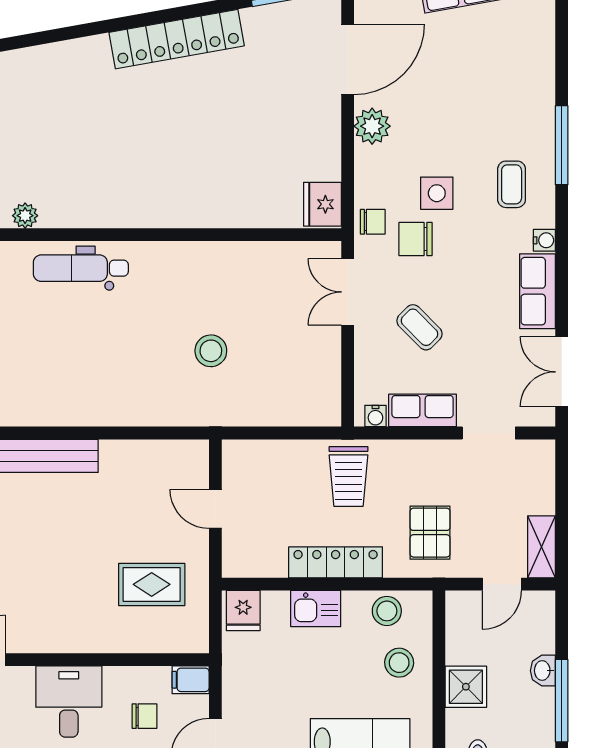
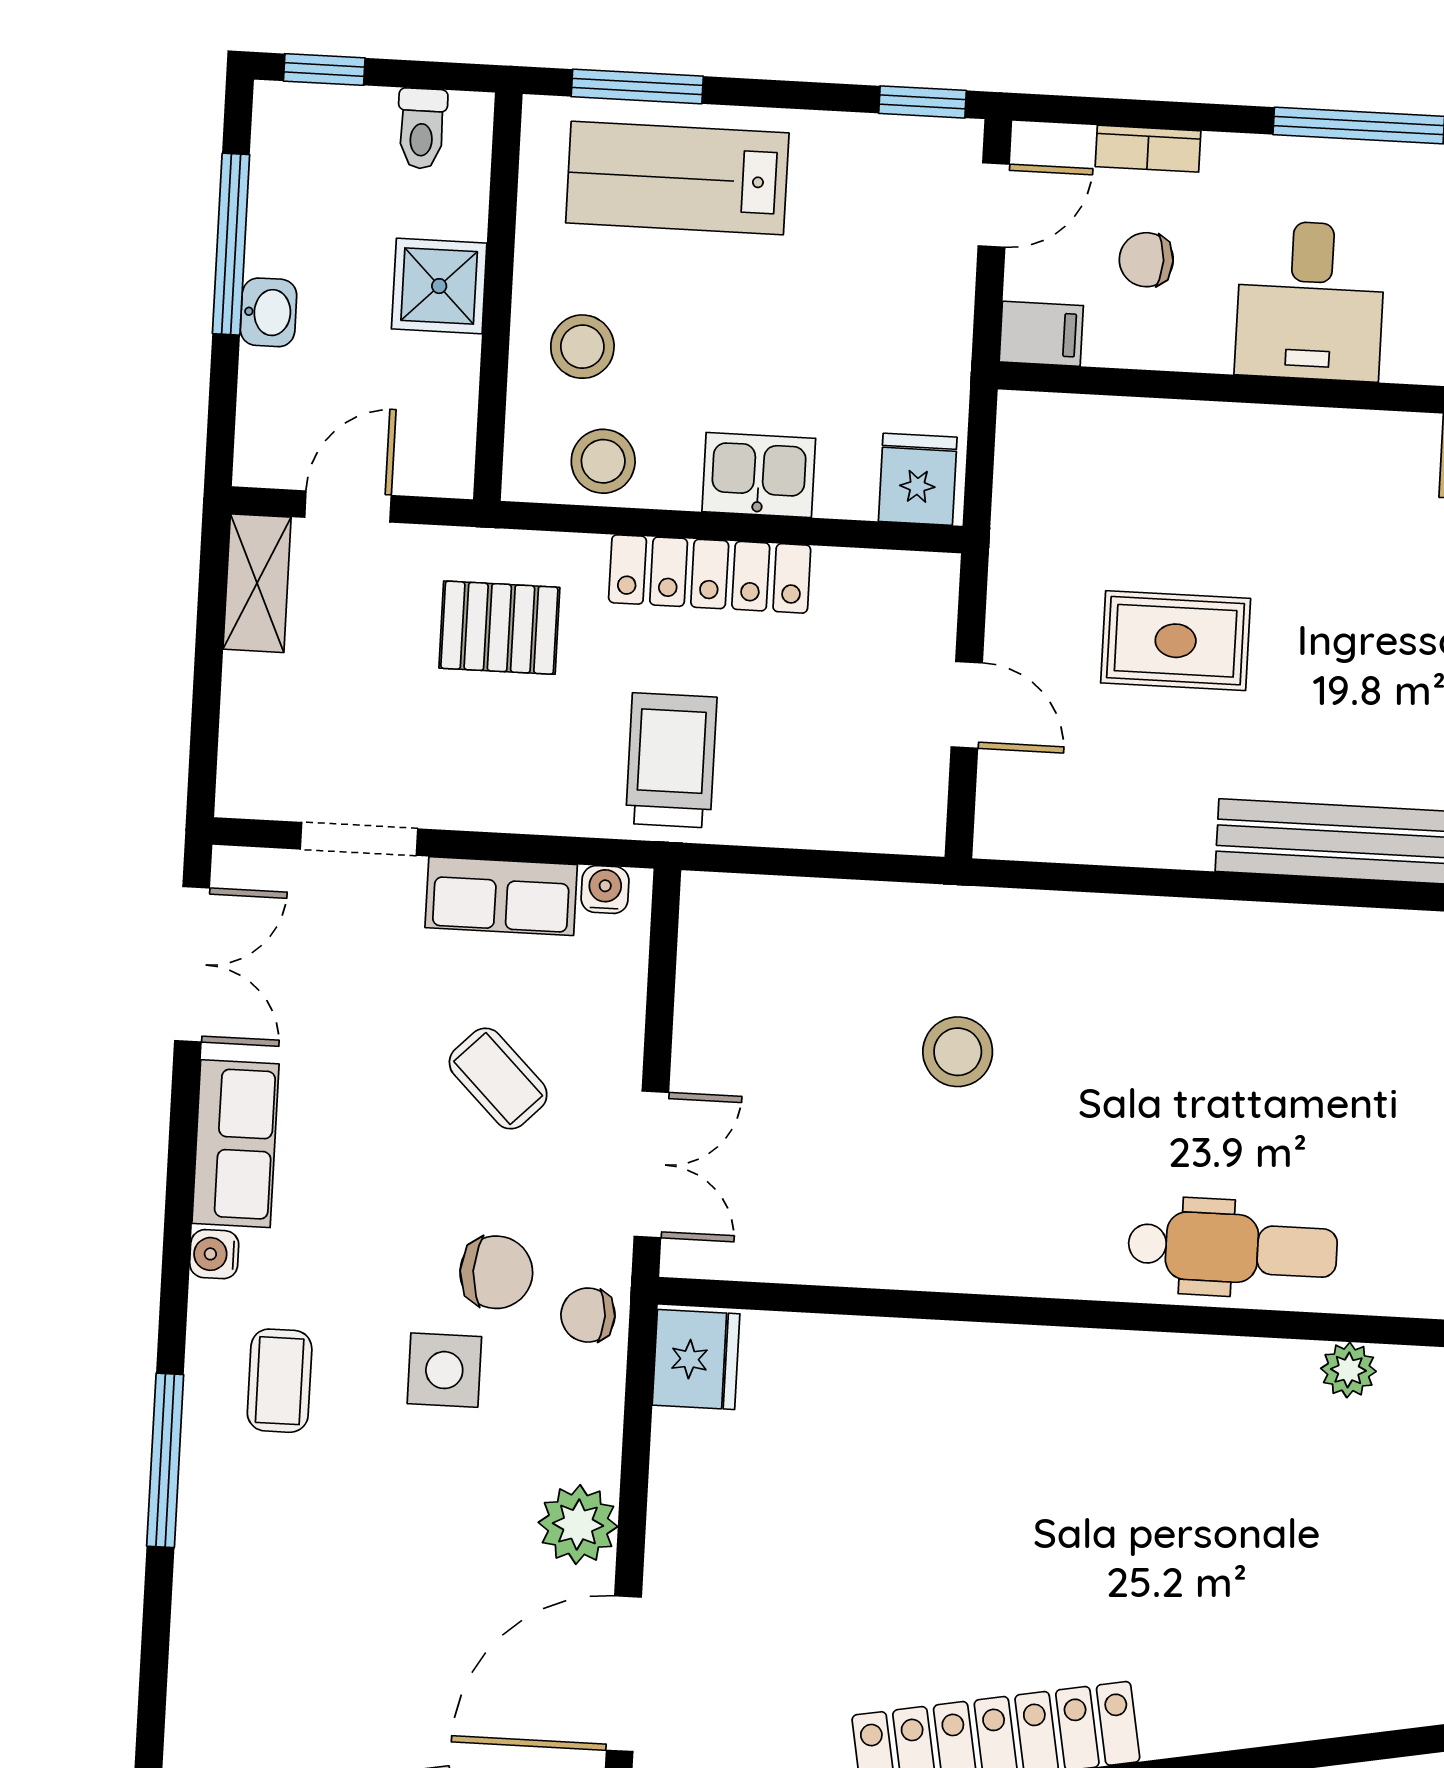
pallet: (430, 533) -> (499, 628), turned 90
rug: (152, 584) -> (1176, 641), moved

